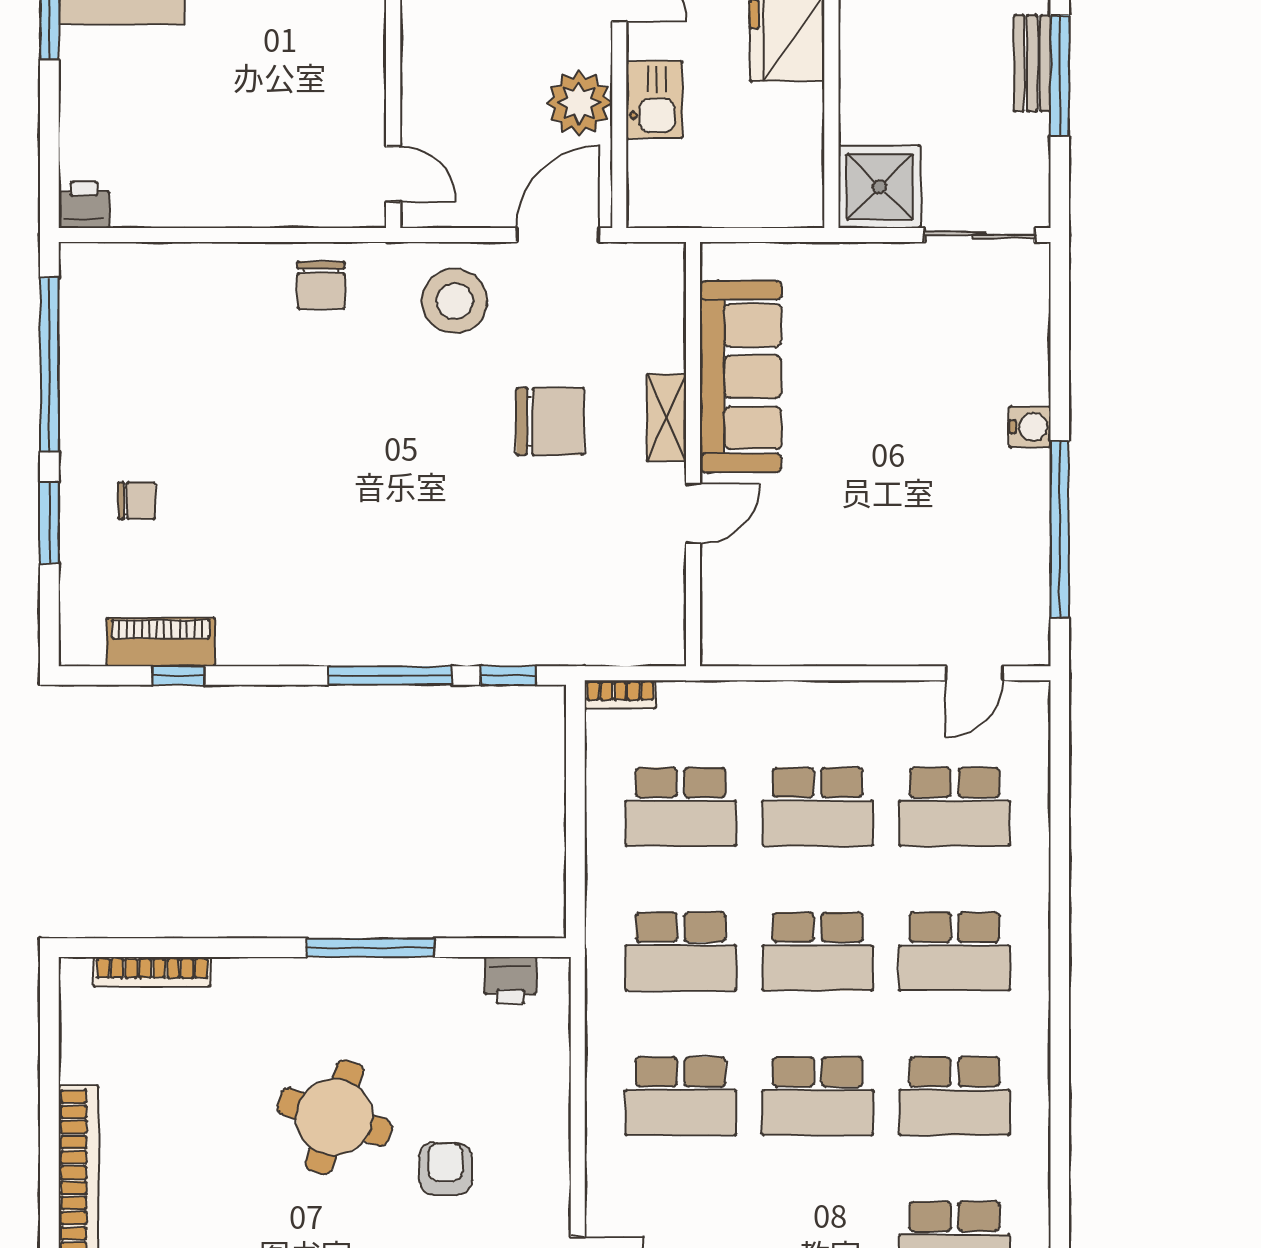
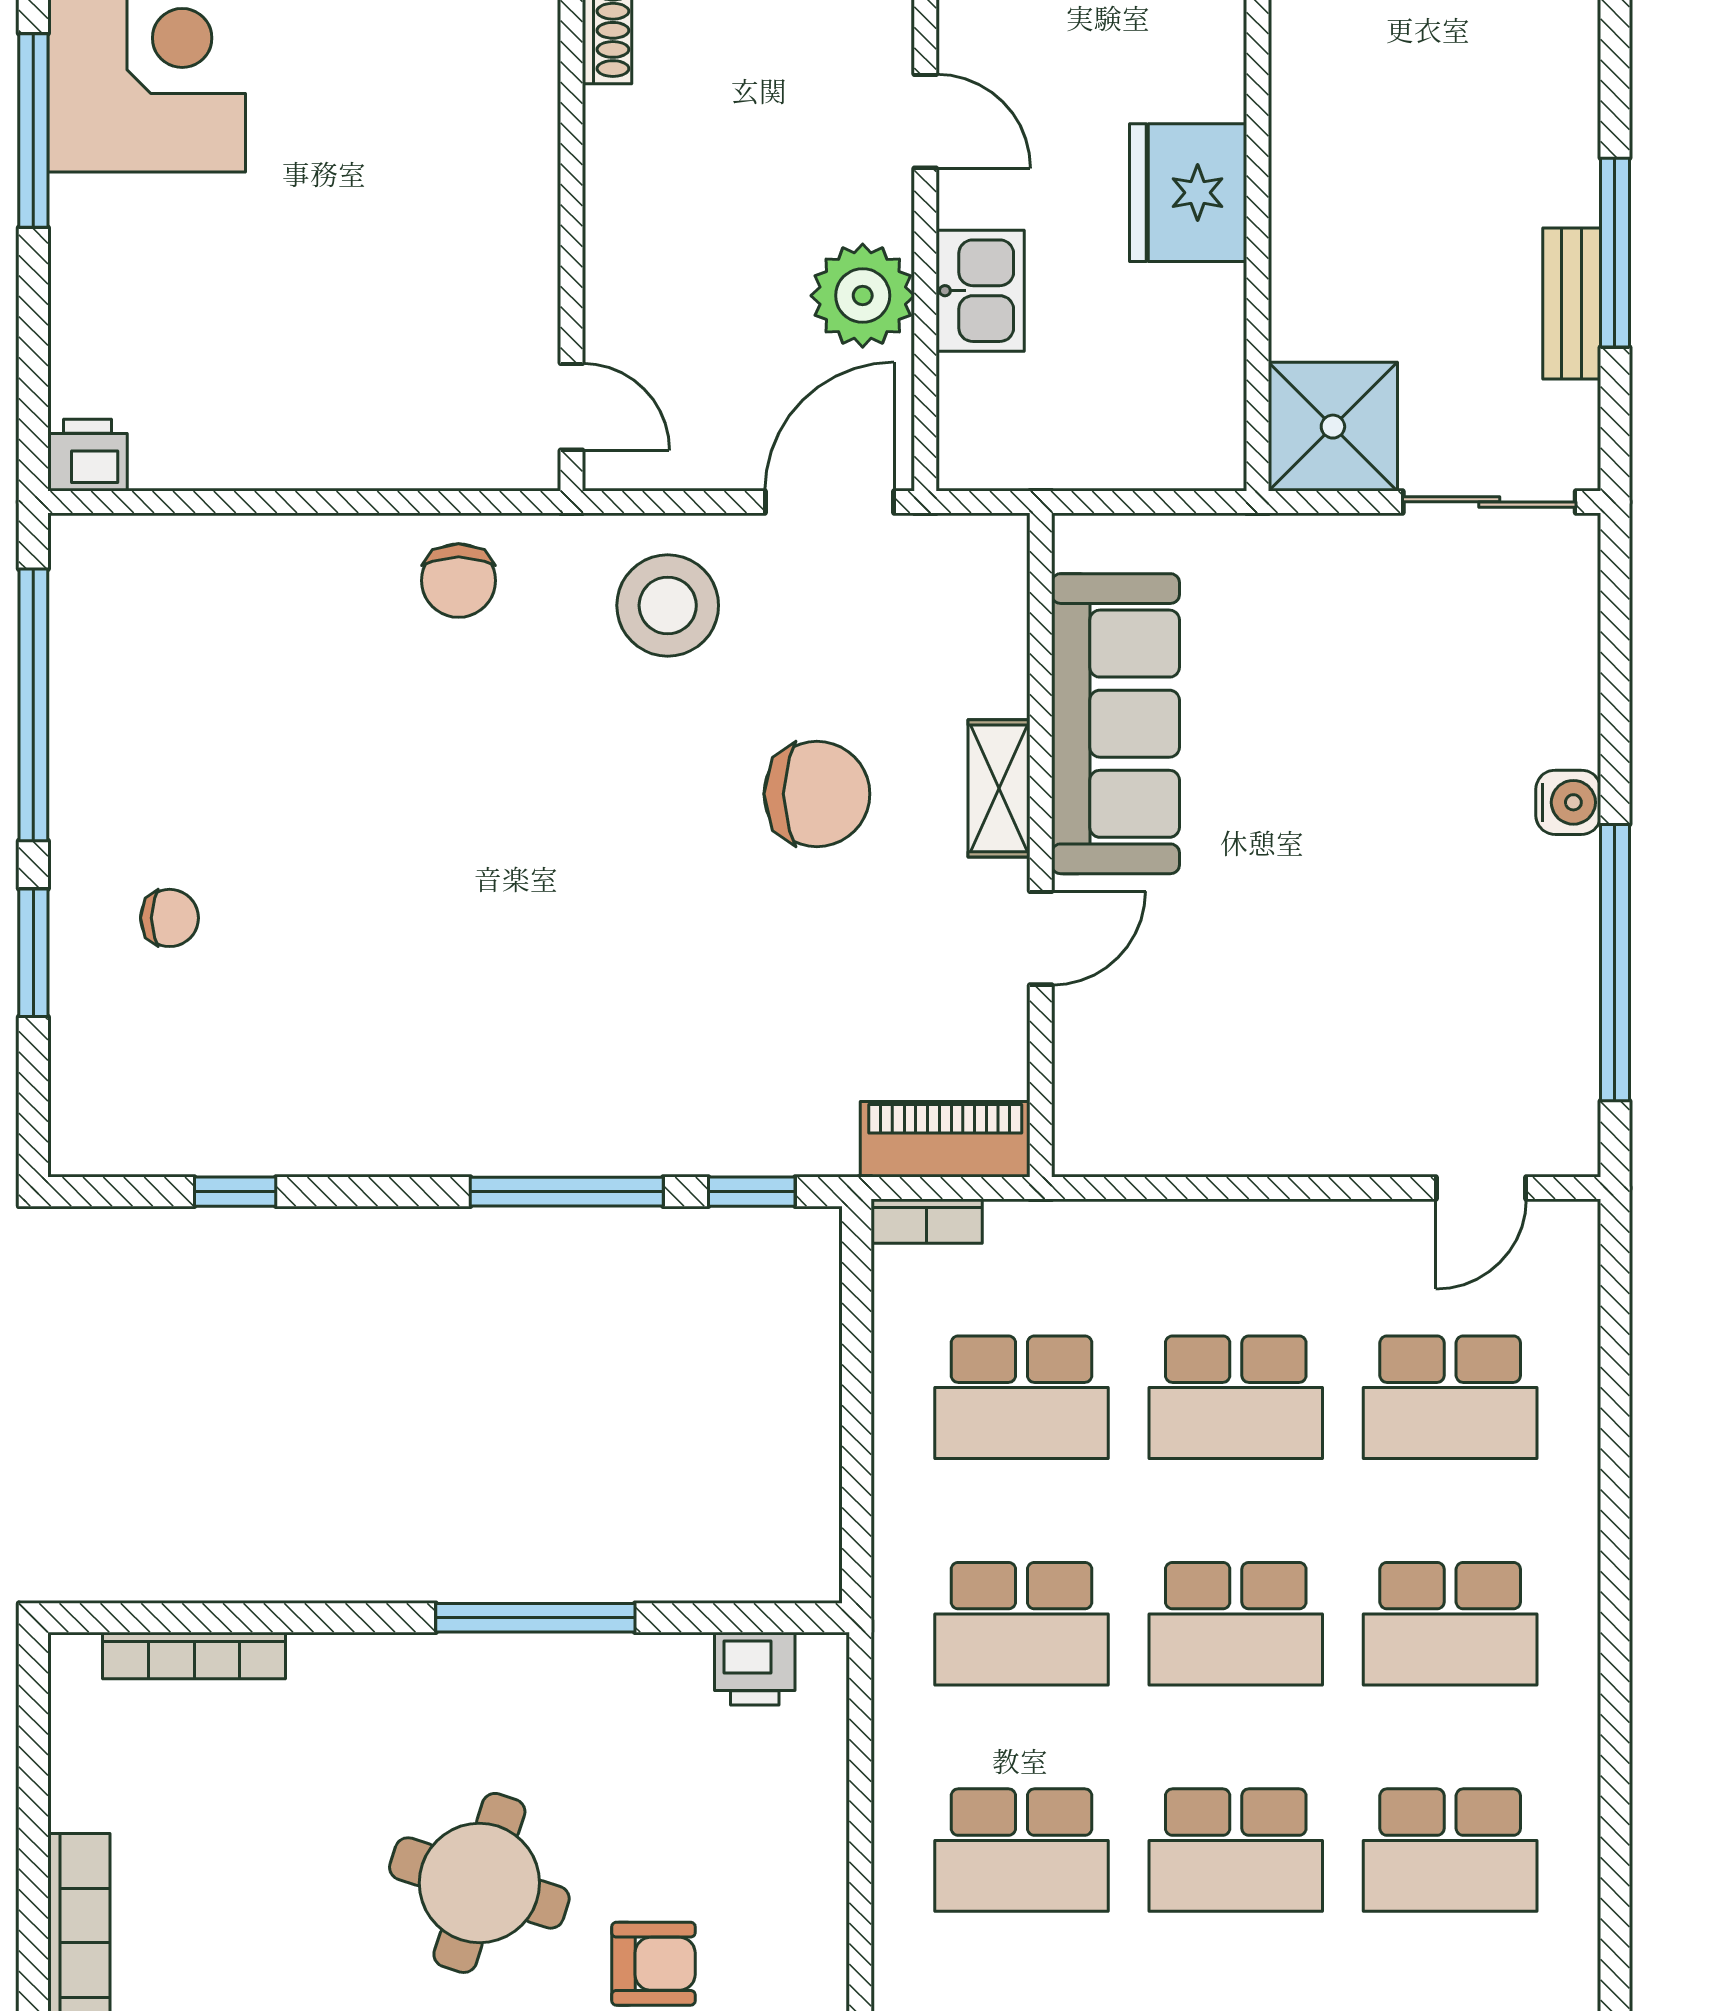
bench: (1032, 63) -> (1572, 304), moved
piano: (161, 642) -> (945, 1139), moved
armchair: (446, 1169) -> (653, 1964), turned 90

